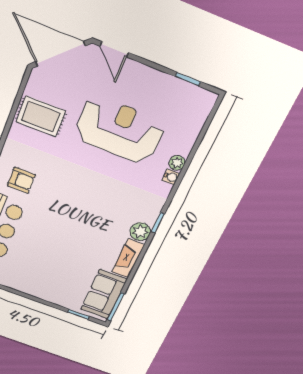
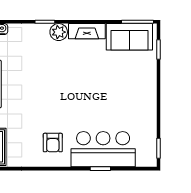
armchair: (21, 180) -> (53, 143), turned 180

